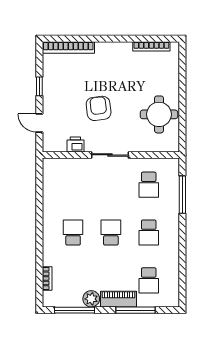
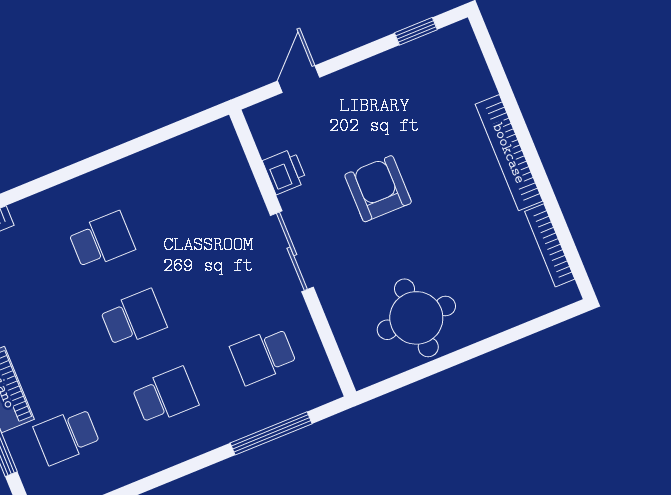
bookcase: (68, 48) -> (509, 153), moved
window: (39, 86) -> (416, 31), moved
armchair: (99, 108) -> (378, 189), turned -83
school desk: (149, 233) -> (165, 396), turned 180

